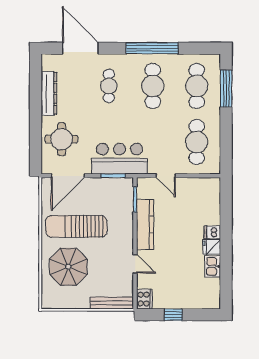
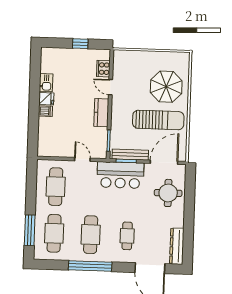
dresser: (49, 93) -> (177, 246), moved
kitchen counter: (145, 224) -> (101, 113), width x0.67
cooker: (144, 299) -> (103, 69), moved
bench: (112, 303) -> (130, 155), moved

